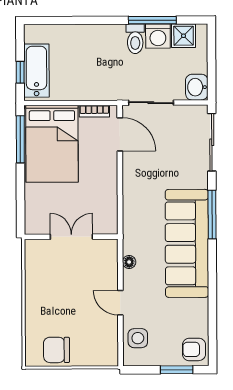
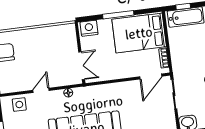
window: (20, 139) -> (118, 15), moved
nightstand: (36, 219) -> (89, 28), added
double door: (71, 237) -> (82, 66), moved

